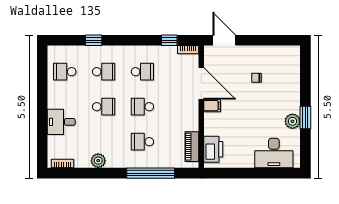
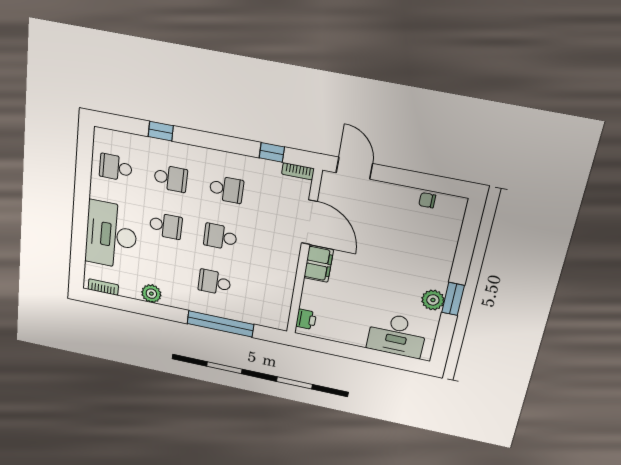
chair: (257, 78) -> (427, 200), moved
filing cabinet: (212, 106) -> (319, 264), width x2.00
desk: (61, 122) -> (111, 235), width x1.87, depth x1.30
piano: (192, 147) -> (282, 303), removed
printer: (213, 149) -> (306, 319), width x0.53, depth x0.68

